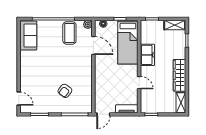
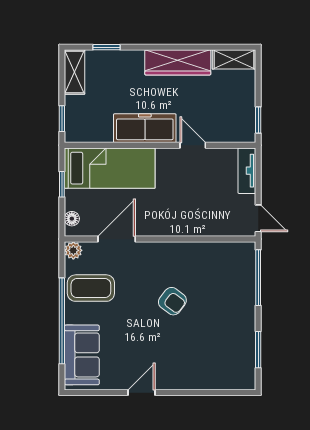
sofa: (28, 36) -> (82, 355), moved, turned 90
freezer: (147, 55) -> (145, 128), width x1.40
door: (139, 83) -> (193, 145), hinge flipped
armchair: (65, 91) -> (172, 301), moved
door: (19, 99) -> (141, 393), moved

